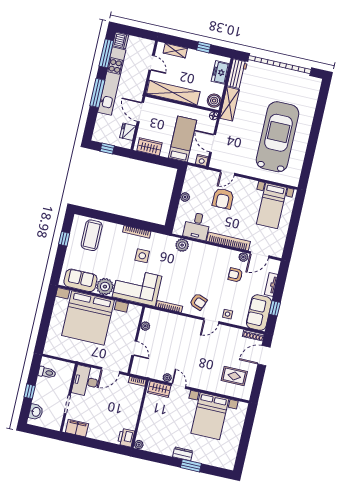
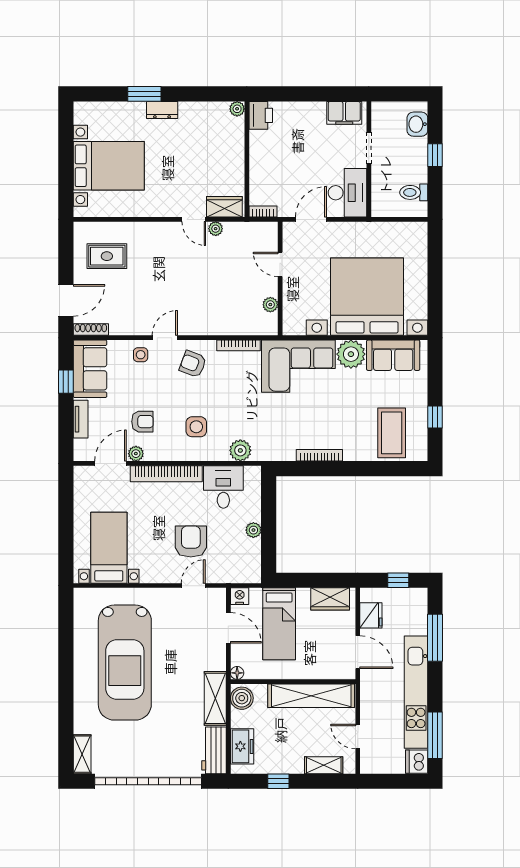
shelving: (315, 89) -> (82, 754), added
window: (97, 93) -> (435, 638), moved
side table: (142, 256) -> (196, 427), moved
bed with nightstands: (210, 416) -> (109, 166), moved, turned 90

